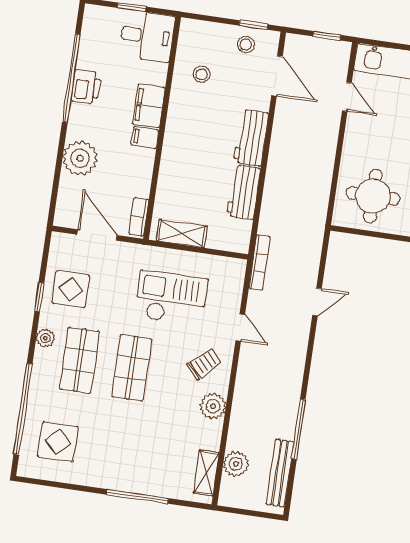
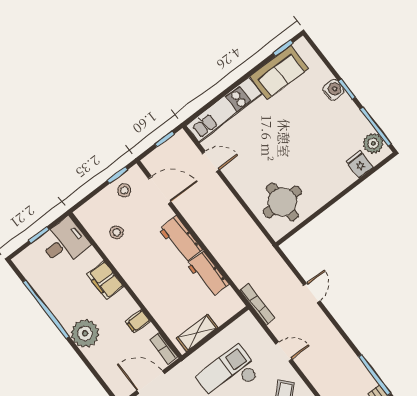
printer: (86, 87) -> (59, 306), removed
filing cabinet: (145, 137) -> (138, 322), moved
plant: (80, 158) -> (85, 333), moved

